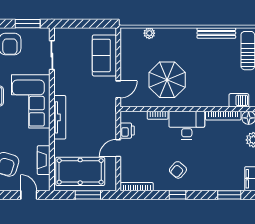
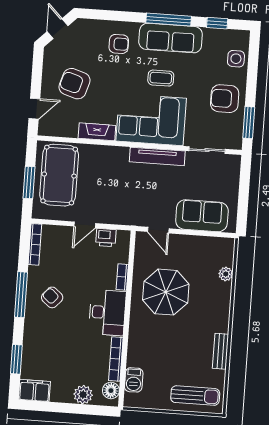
bench: (216, 33) -> (220, 351), width x0.73
tv unit: (60, 117) -> (157, 156), moved
door: (118, 148) -> (85, 225), swing flipped
fireplace: (44, 160) -> (97, 132), moved
window: (177, 195) -> (21, 295), width x2.17

